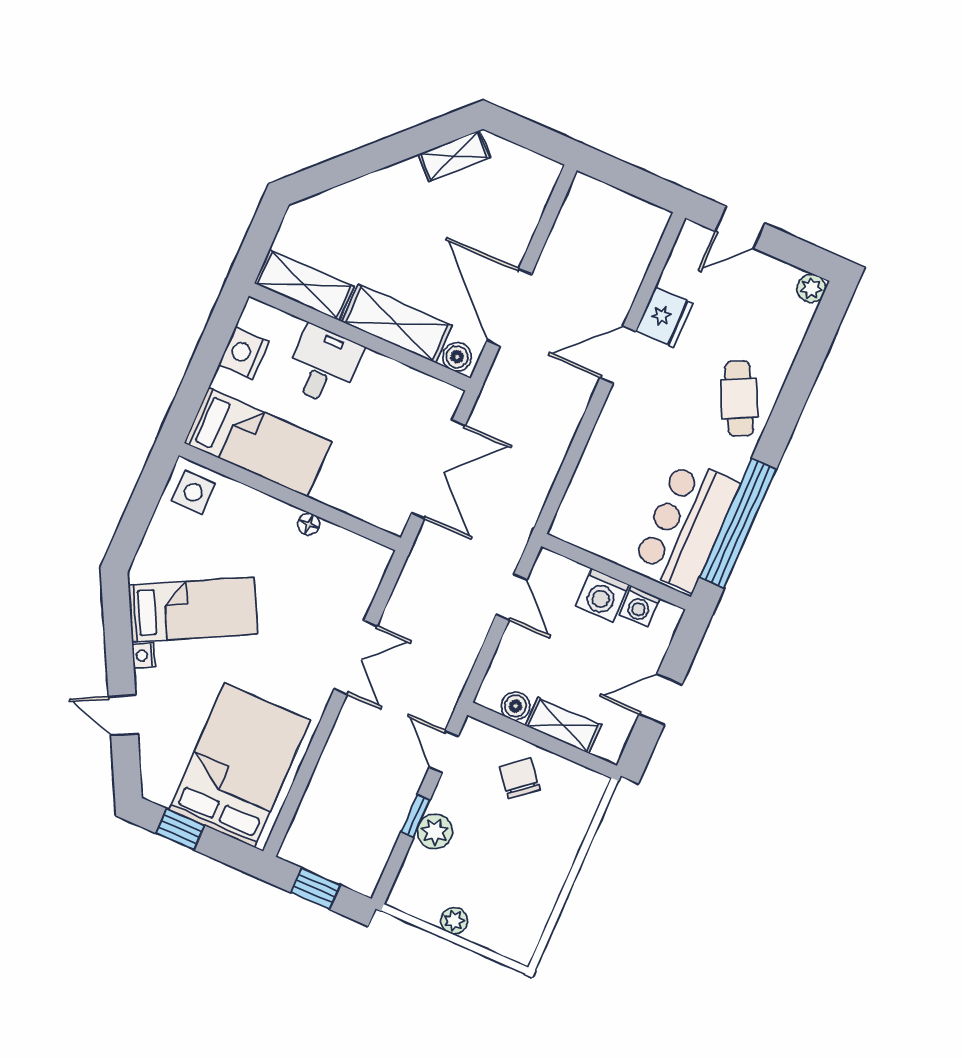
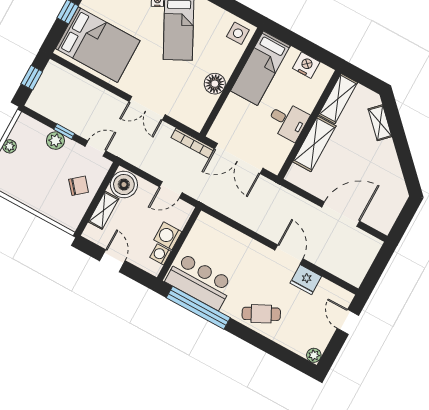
shelving: (454, 156) -> (380, 123), moved
door: (509, 307) -> (341, 214), moved
boiler: (457, 357) -> (295, 173), removed
desk: (323, 365) -> (288, 121), moved
floor lamp: (309, 524) -> (215, 84), width x1.89, depth x1.89
bookcase: (416, 563) -> (192, 143), added
boiler: (516, 706) -> (124, 185), width x1.86, depth x1.86

